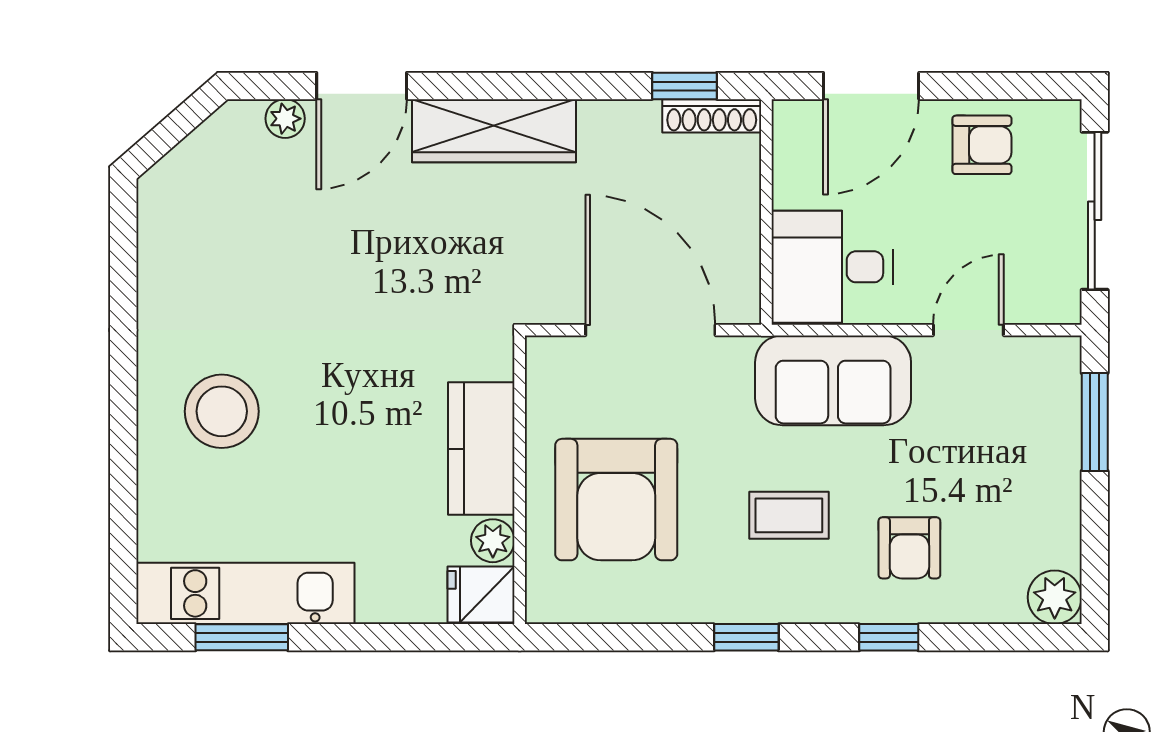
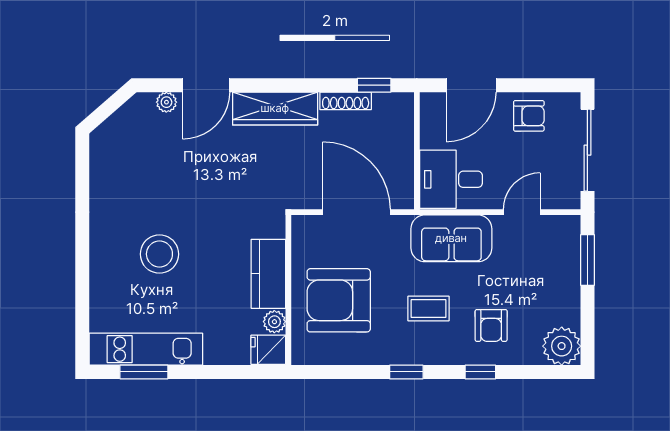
shoe rack: (712, 116) -> (346, 101), moved
stool: (222, 411) -> (159, 254), moved
armchair: (616, 500) -> (339, 300), turned 90
plant: (1055, 597) -> (562, 346), width x1.36, depth x1.36

